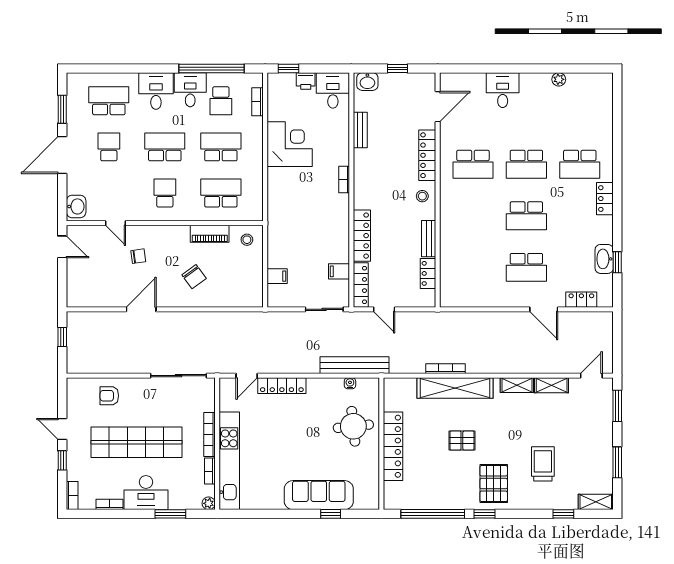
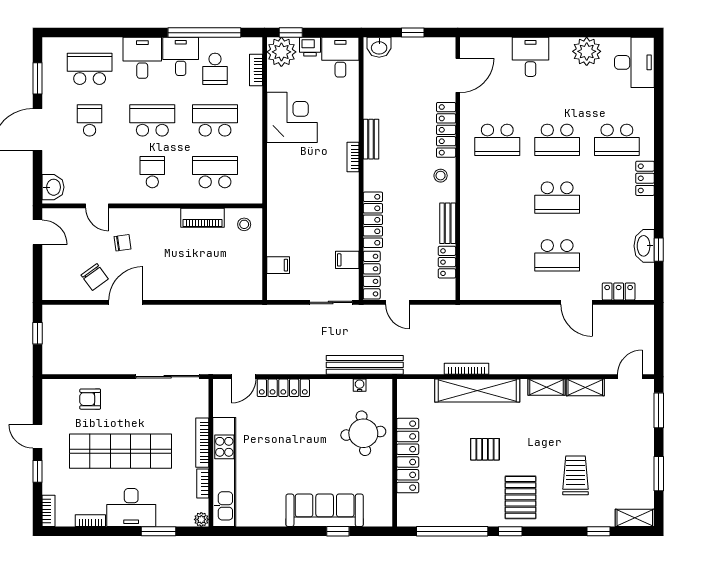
plant: (559, 79) -> (587, 51), width x1.87, depth x1.87
plant: (280, 86) -> (281, 52), added
desk: (595, 95) -> (634, 62), added
bench: (360, 130) -> (371, 139), moved
chair: (194, 277) -> (95, 277), moved

